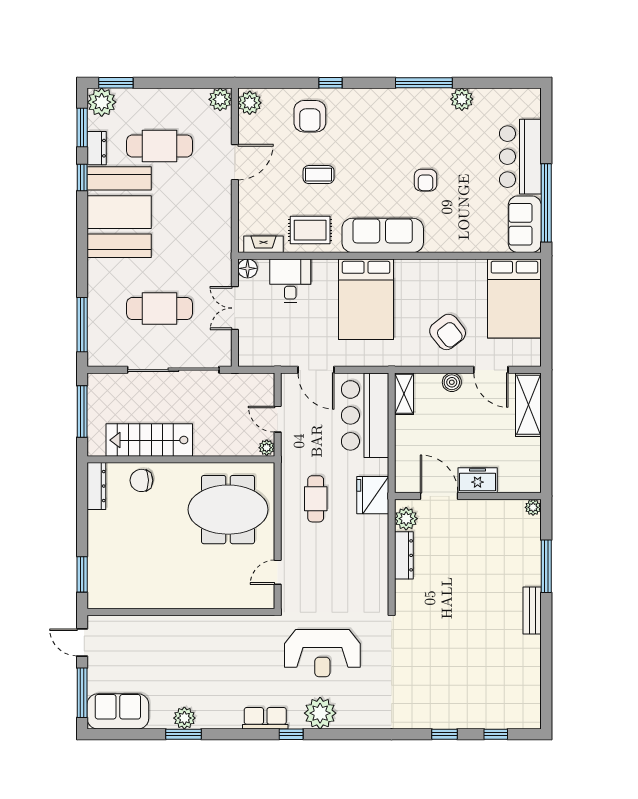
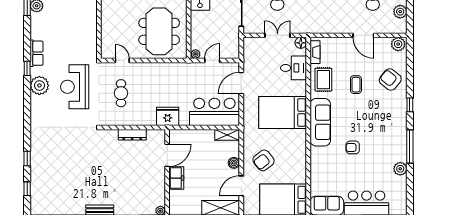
window: (331, 83) -> (410, 105), moved
plant: (220, 99) -> (400, 12), moved
armchair: (310, 116) -> (390, 79), turned 39
cafe table: (316, 499) -> (121, 93), moved, turned 90
plant: (406, 519) -> (154, 136), removed

